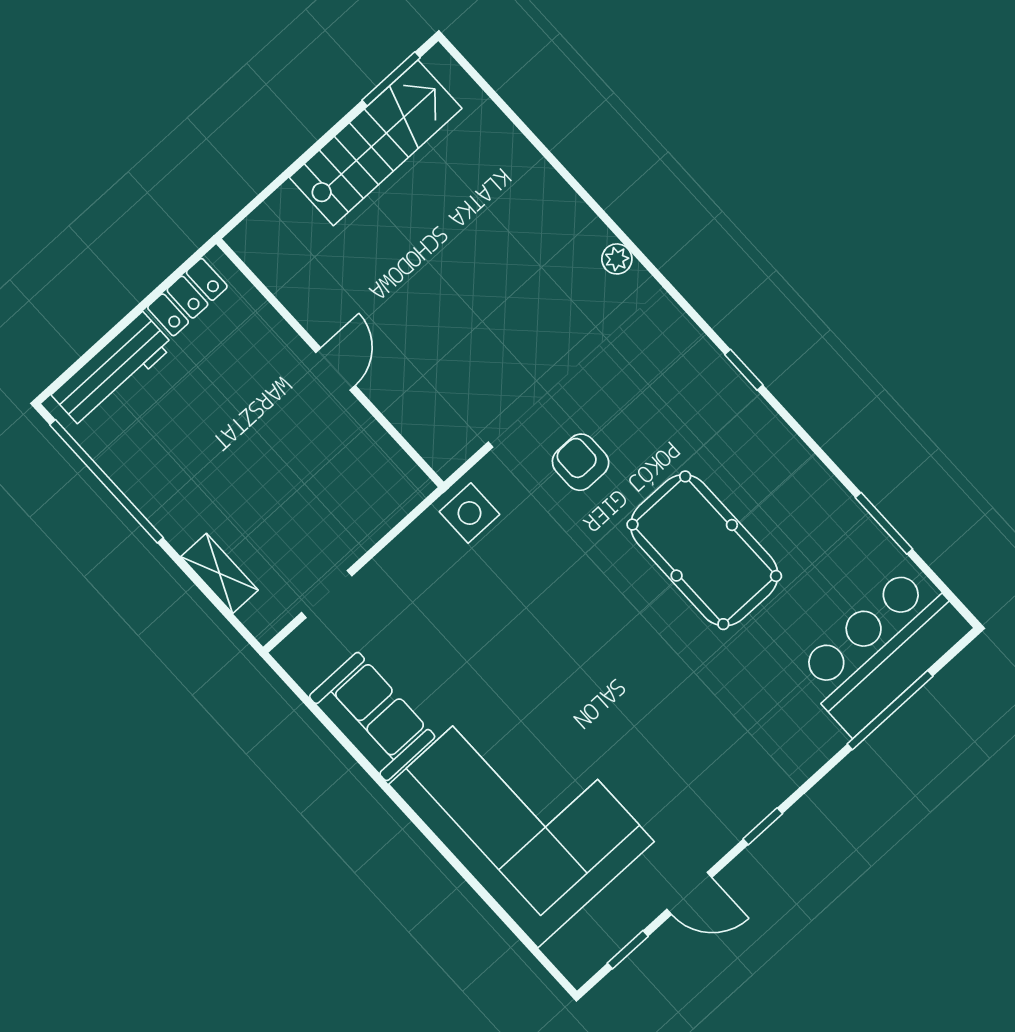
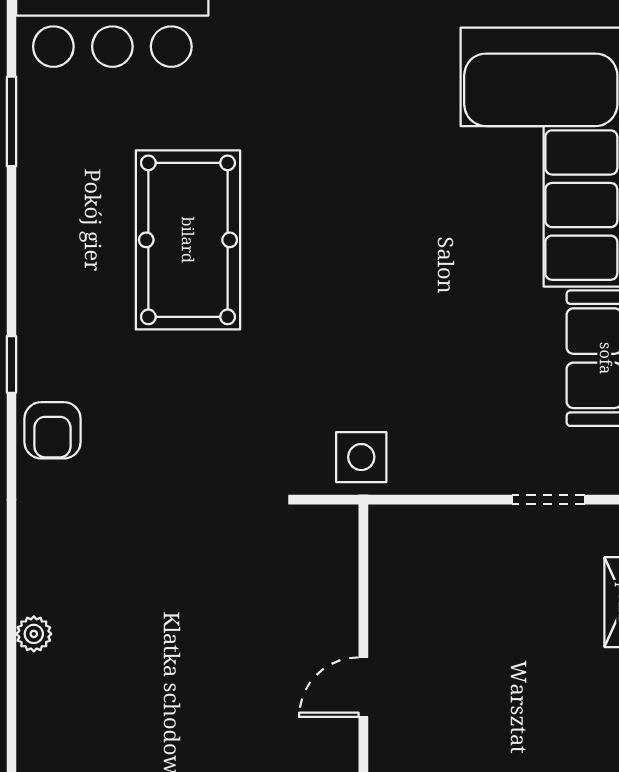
plant: (617, 259) -> (34, 634), moved
armchair: (581, 462) -> (52, 430), moved

